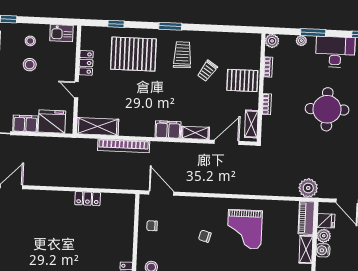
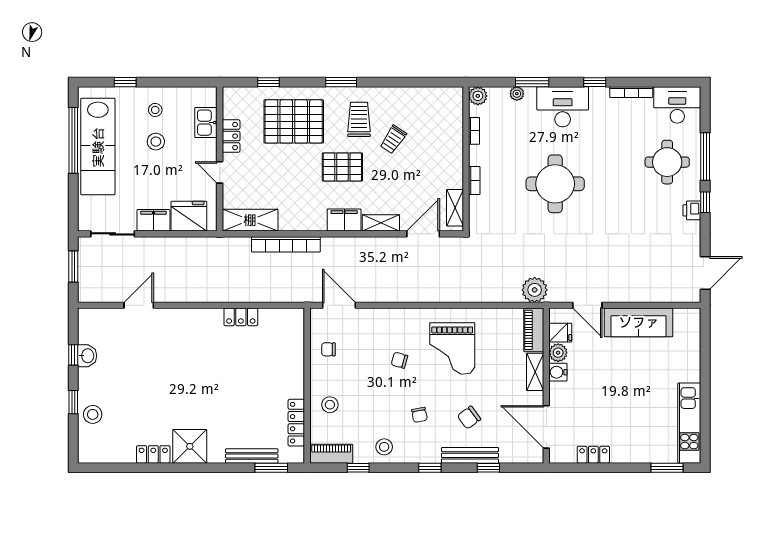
kitchen sink: (61, 33) -> (206, 123), moved, turned 90
pallet: (242, 80) -> (342, 167), moved

